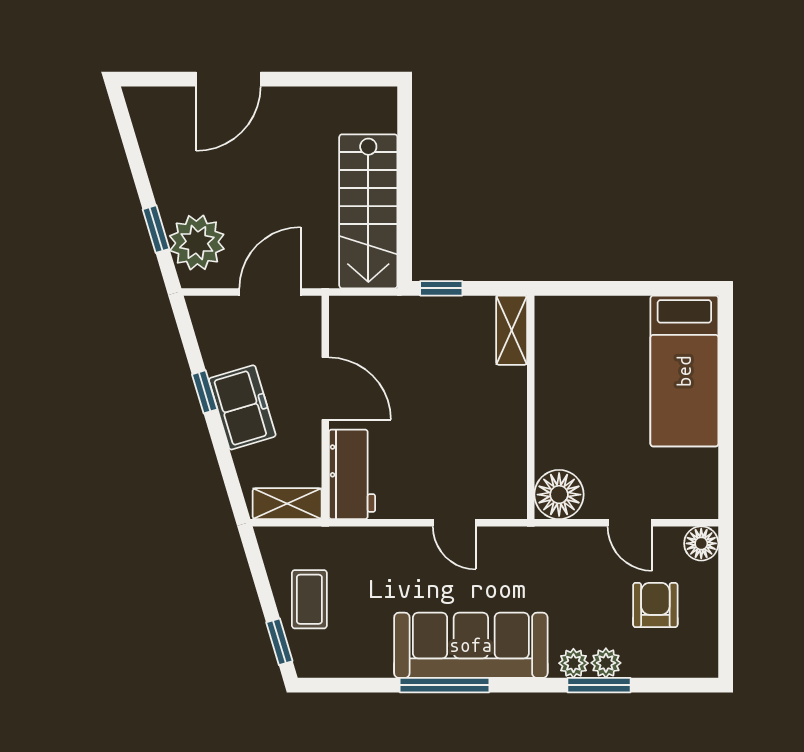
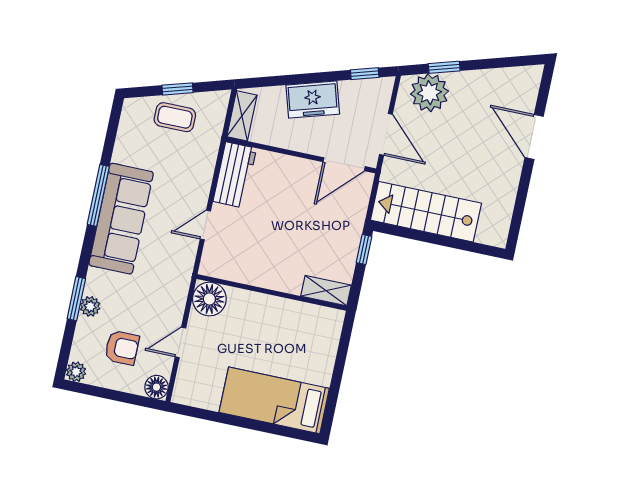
door: (325, 389) -> (344, 164), moved
window: (205, 392) -> (365, 74), moved
workbench: (352, 474) -> (235, 175), moved, turned -90
window: (279, 642) -> (178, 89), moved
plant: (573, 663) -> (76, 372), moved

